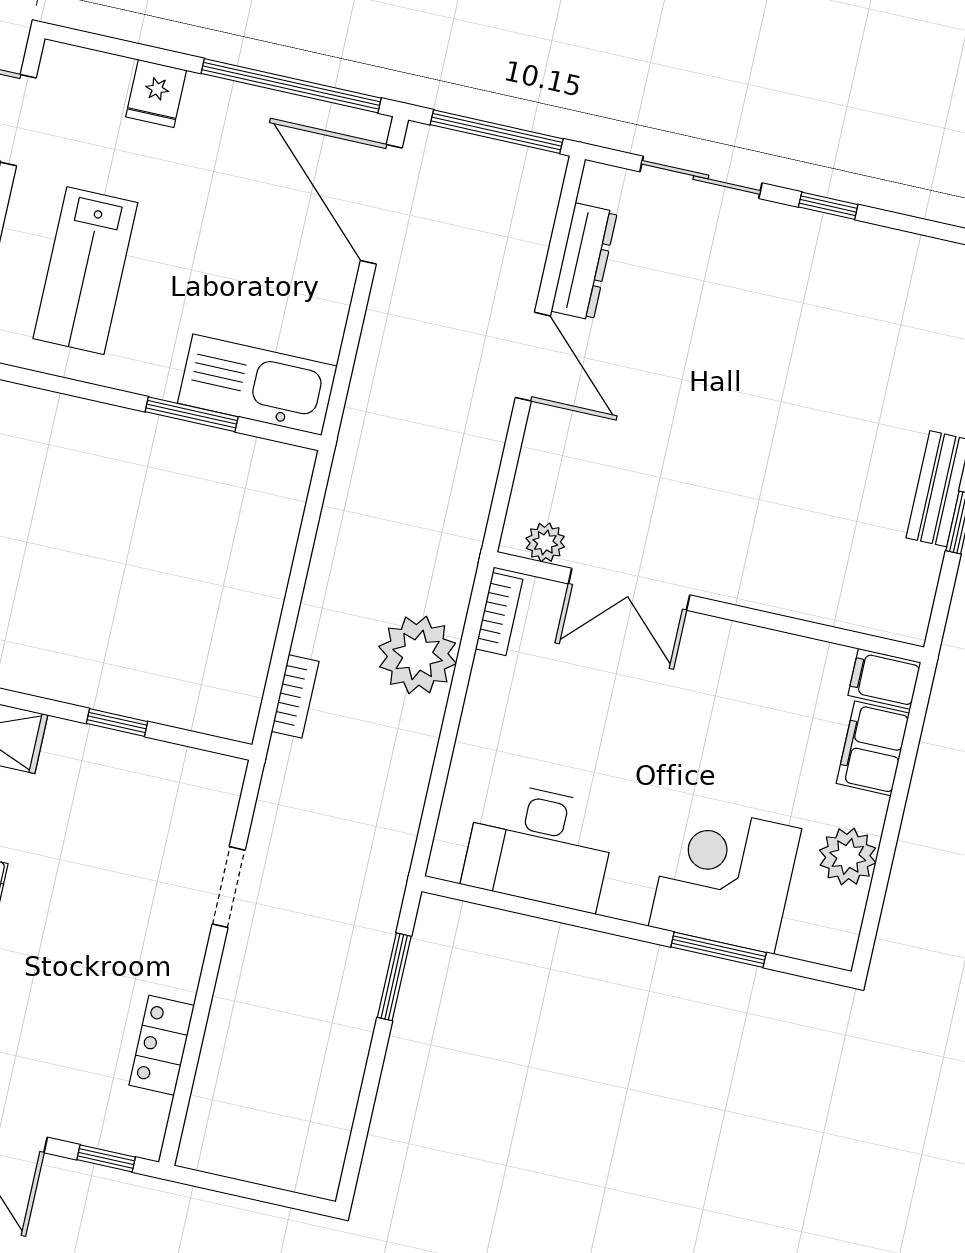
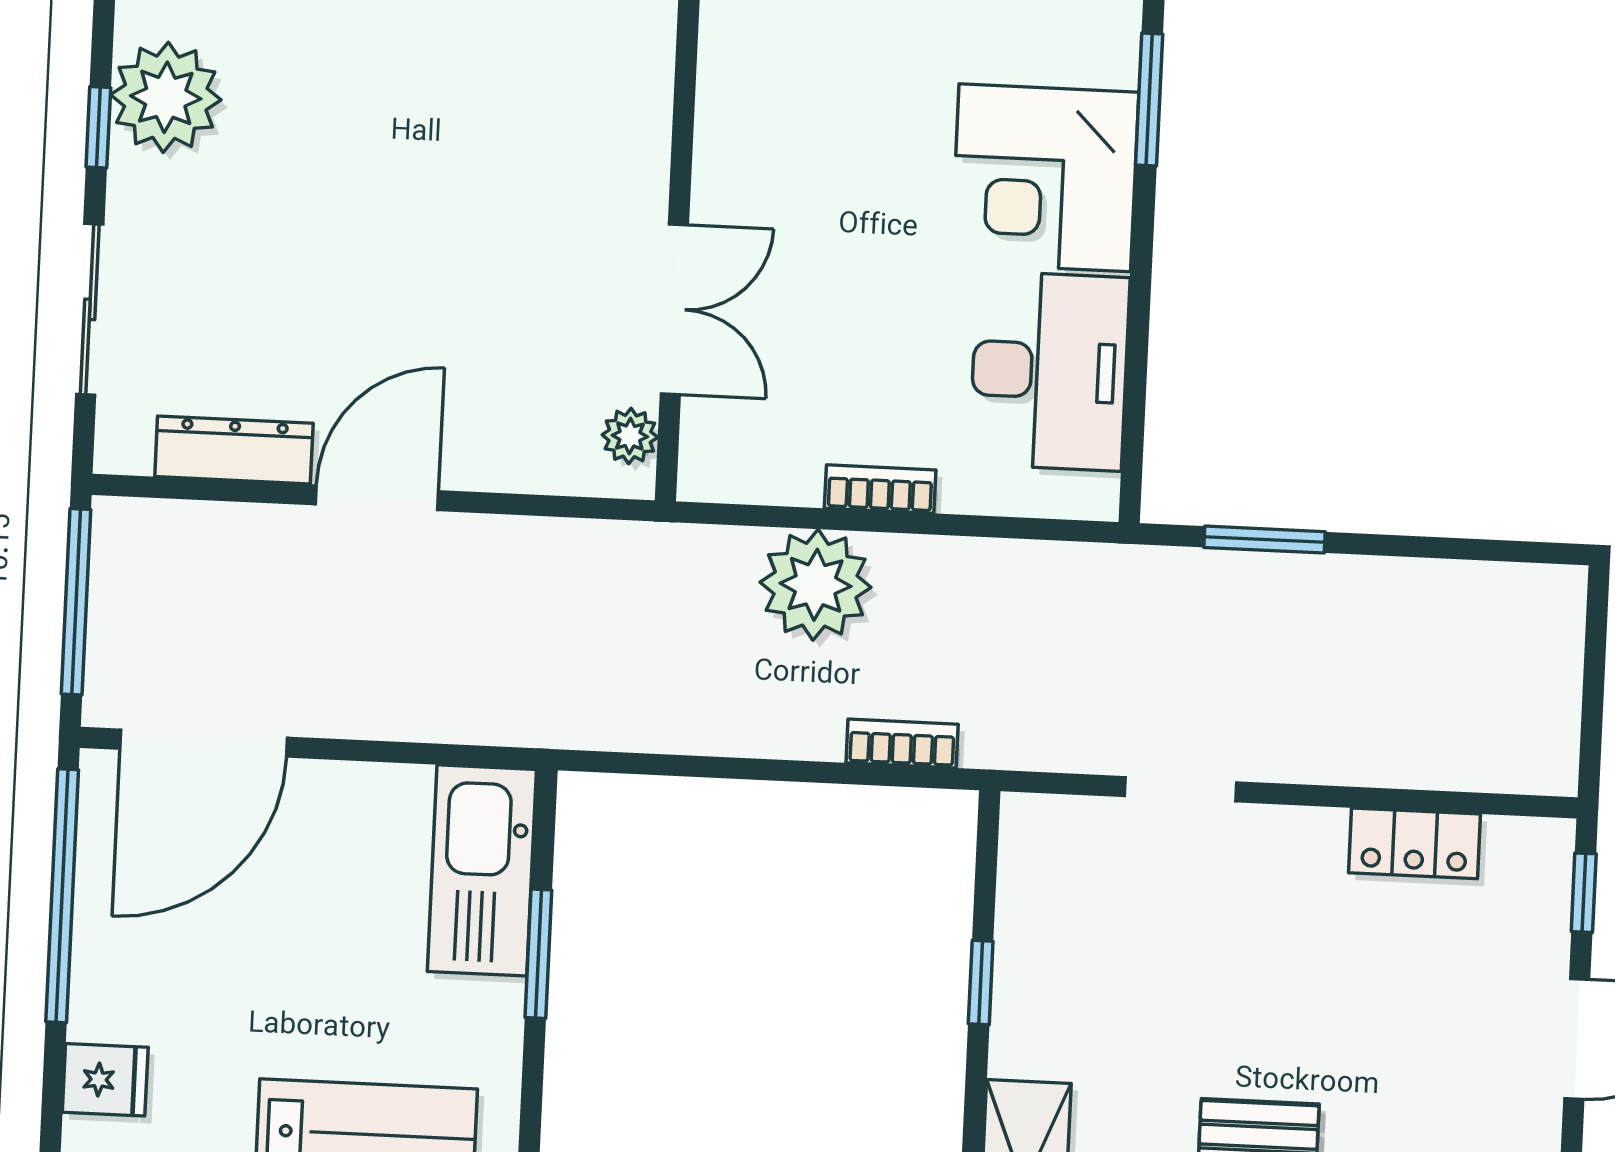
plant: (841, 257) -> (166, 97), added
bookcase: (499, 614) -> (880, 489), moved
corner desk: (725, 878) -> (1045, 178), moved

